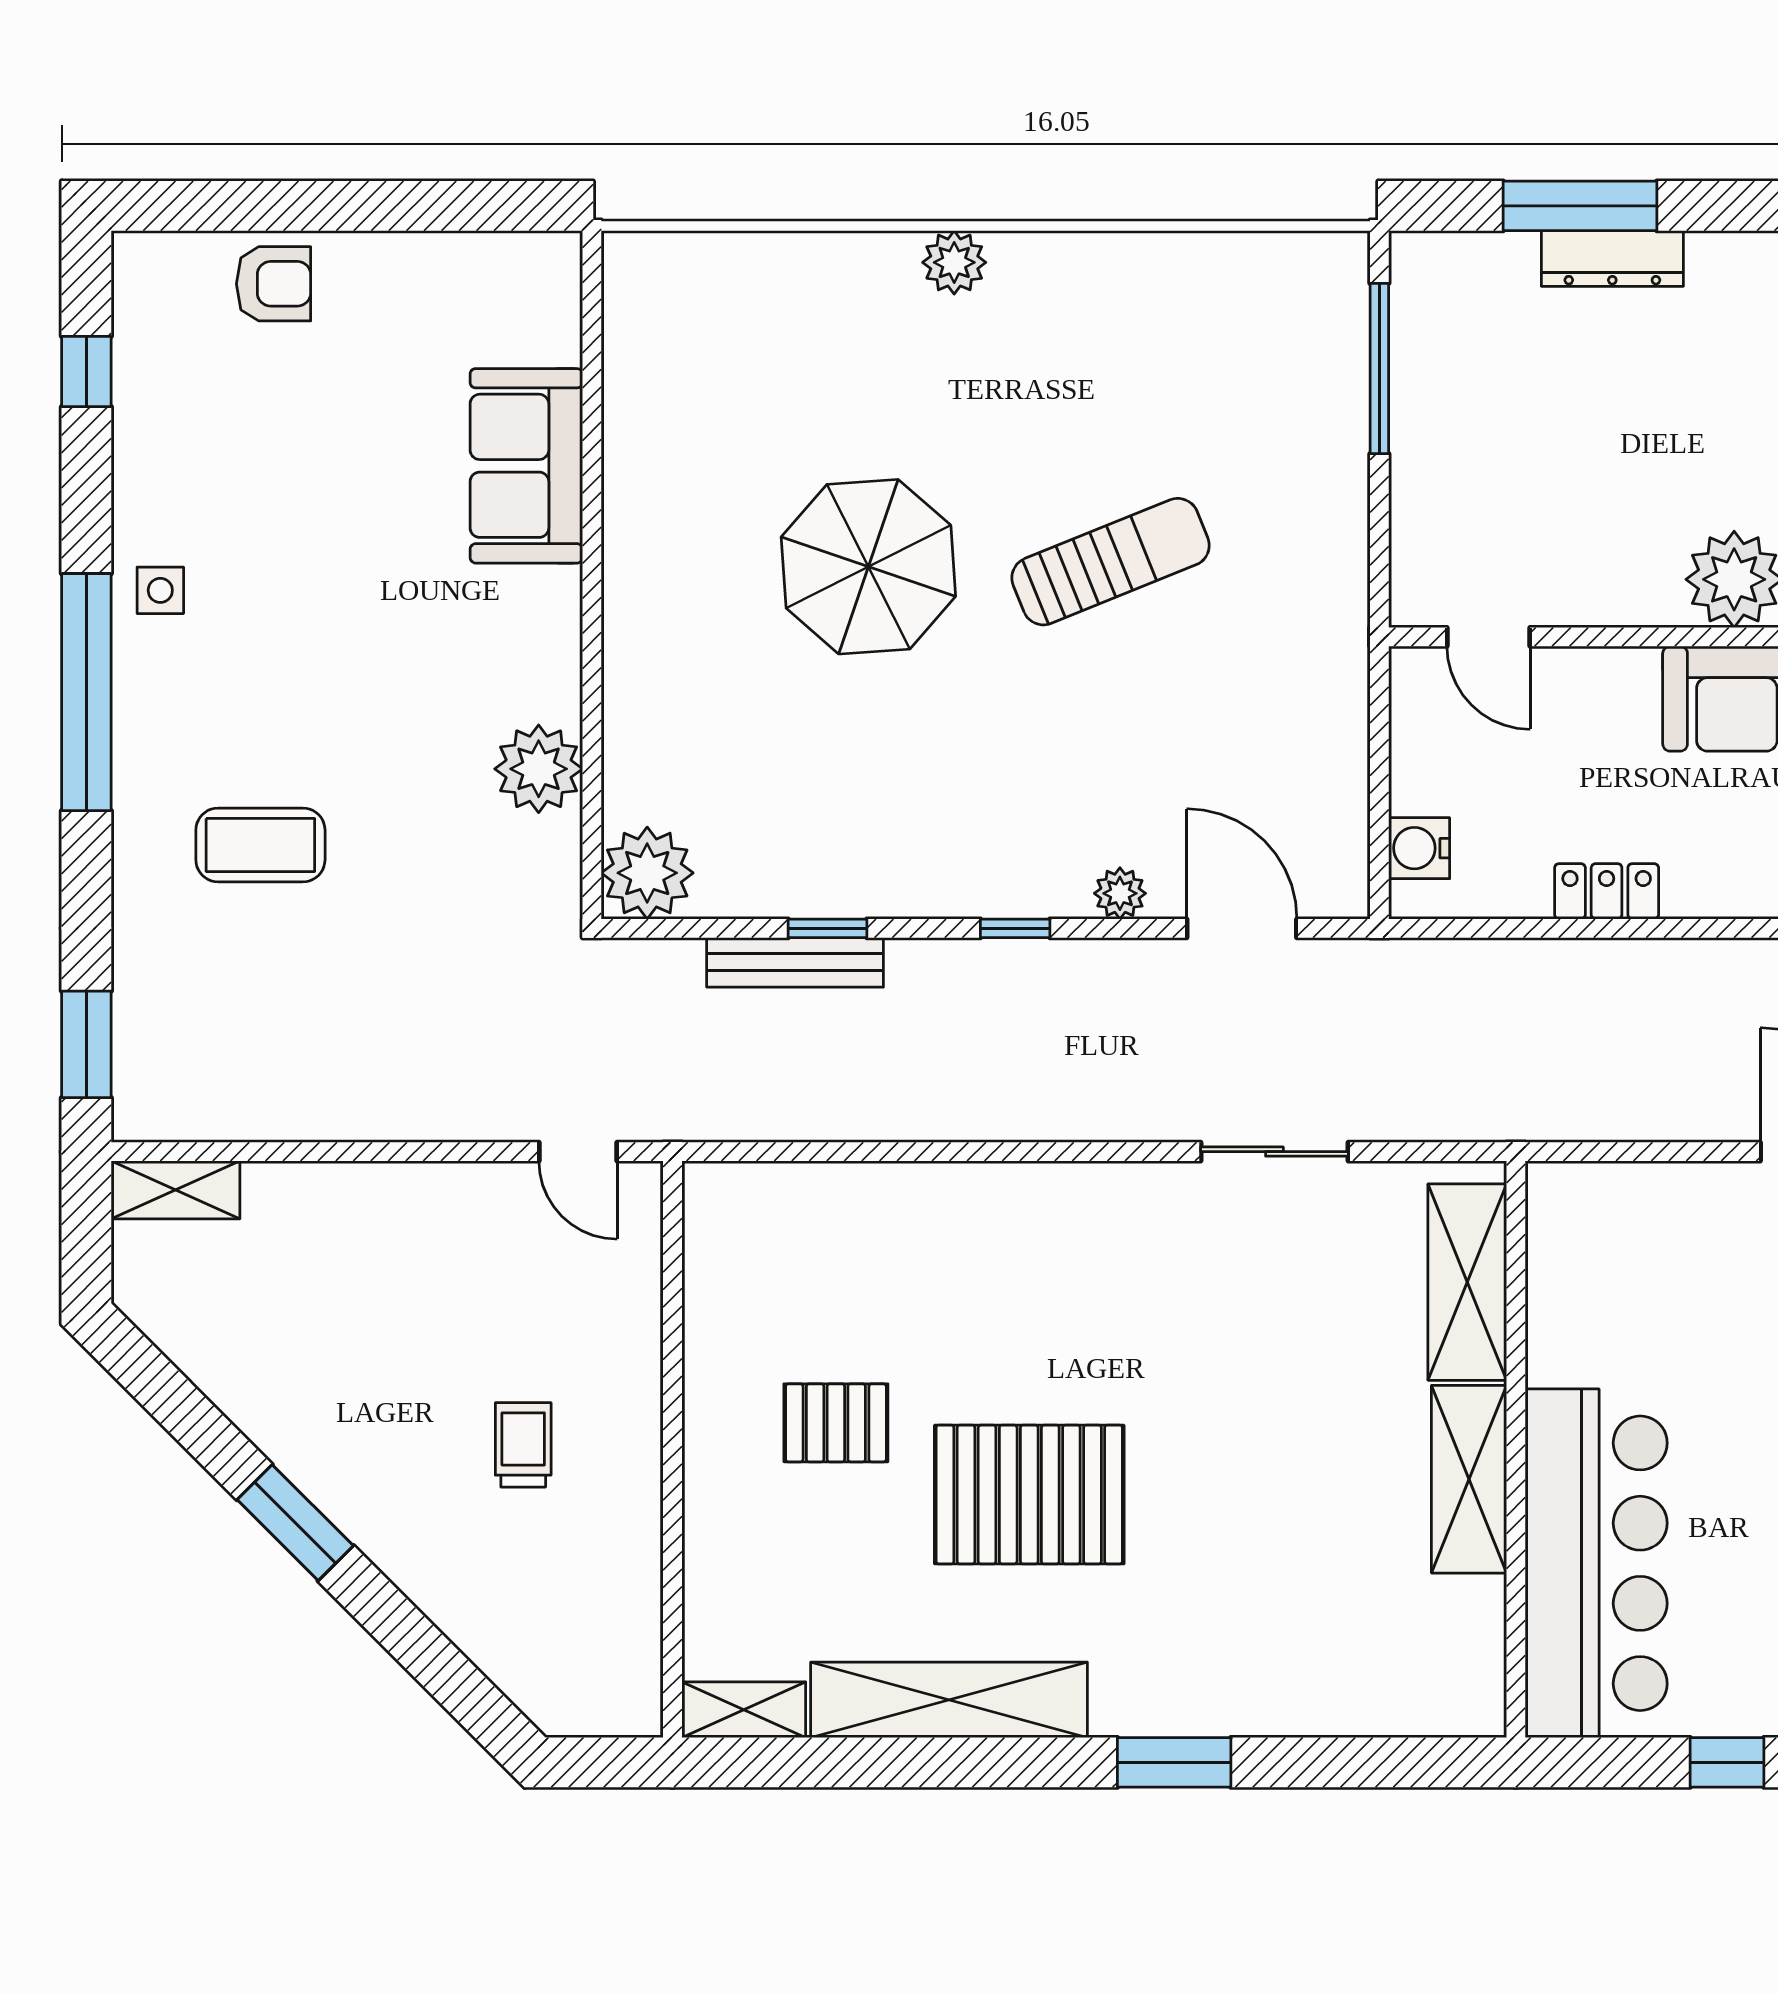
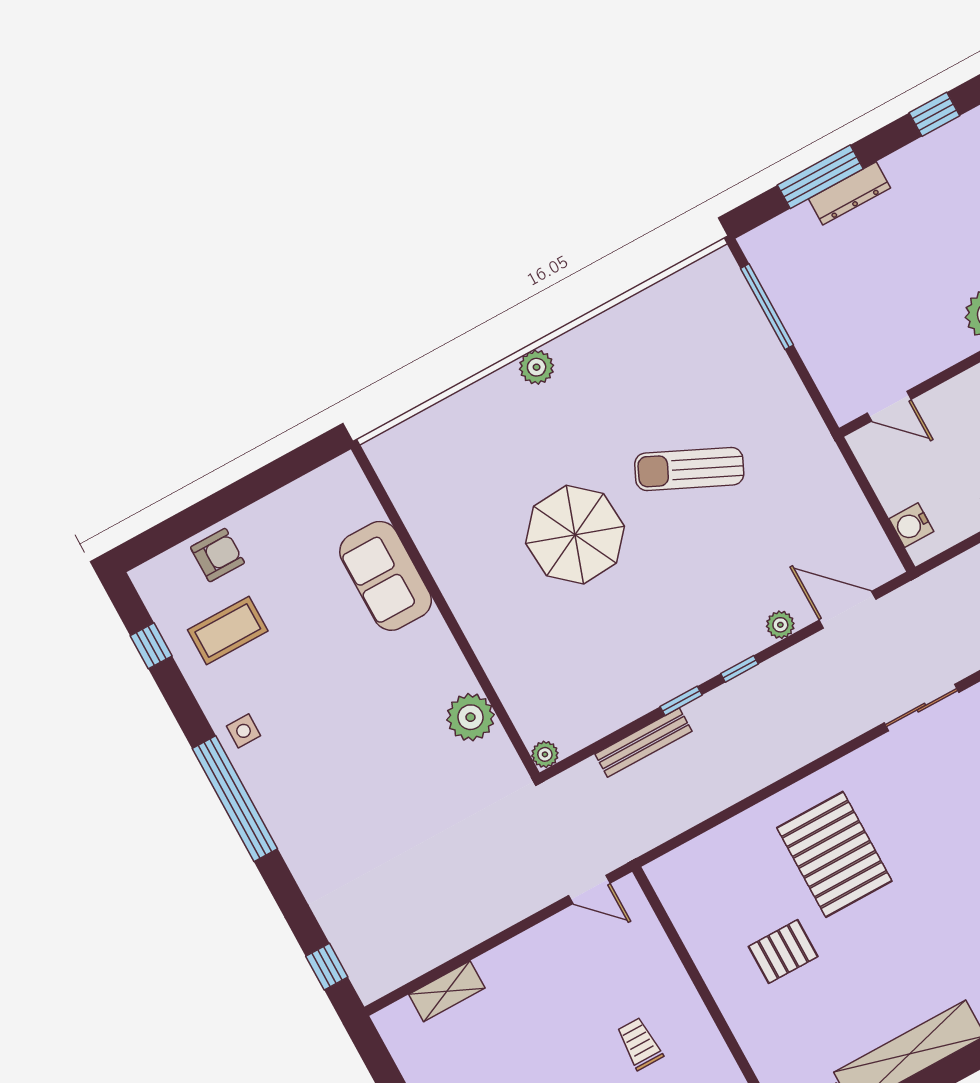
sun lounger: (1111, 562) -> (689, 469), turned -133
coffee table: (260, 845) -> (228, 630), moved
plant: (647, 873) -> (545, 754), width x0.53, depth x0.53
window: (827, 928) -> (681, 701), moved
window: (86, 1044) -> (327, 967), width x0.67
shelving: (176, 1190) -> (447, 991), moved
pallet: (1029, 1495) -> (834, 854), moved, turned 90

